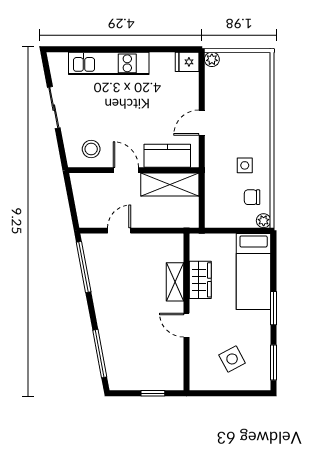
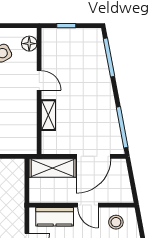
shelving: (170, 185) -> (53, 168), moved
door: (119, 231) -> (93, 156), width x1.87
wardrobe: (200, 280) -> (28, 117), removed
floor lamp: (199, 371) -> (29, 44), added

